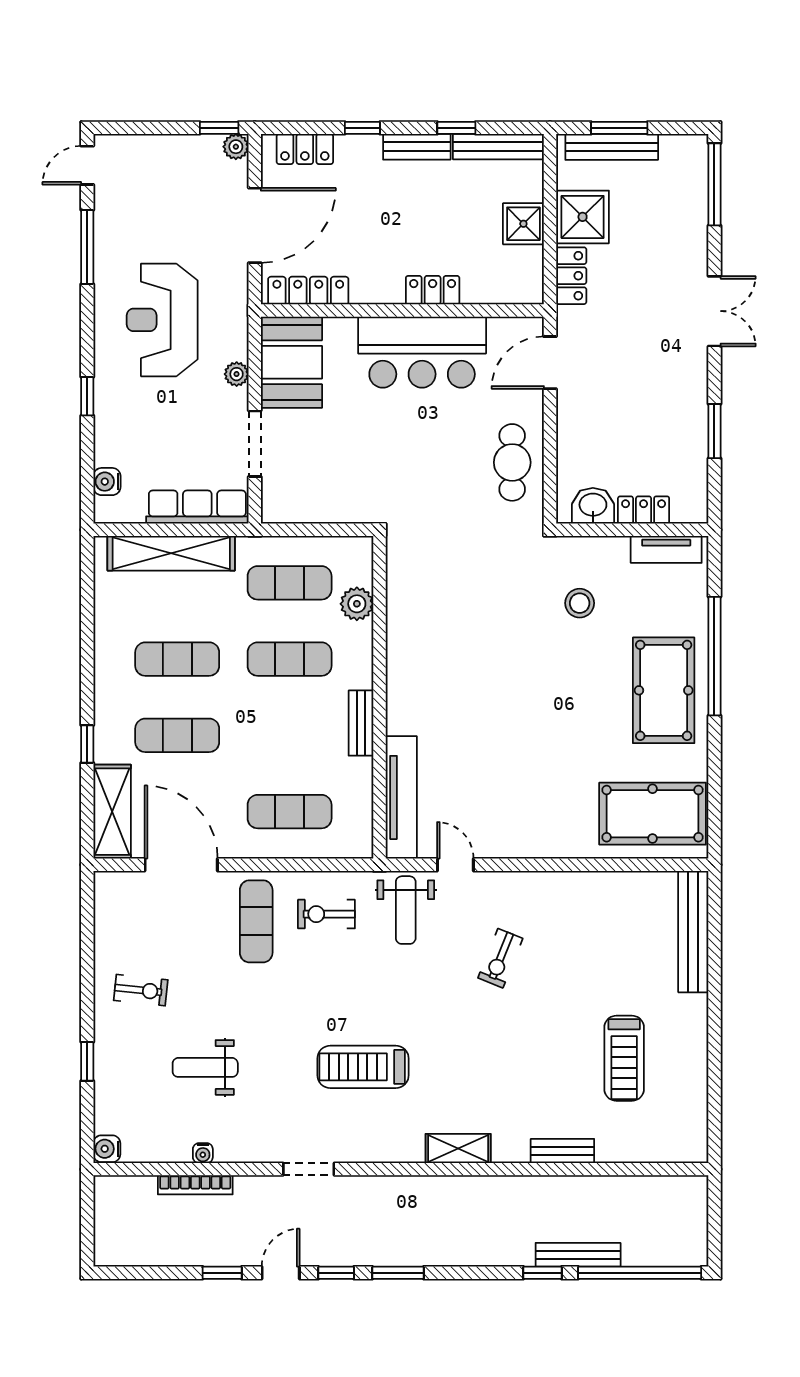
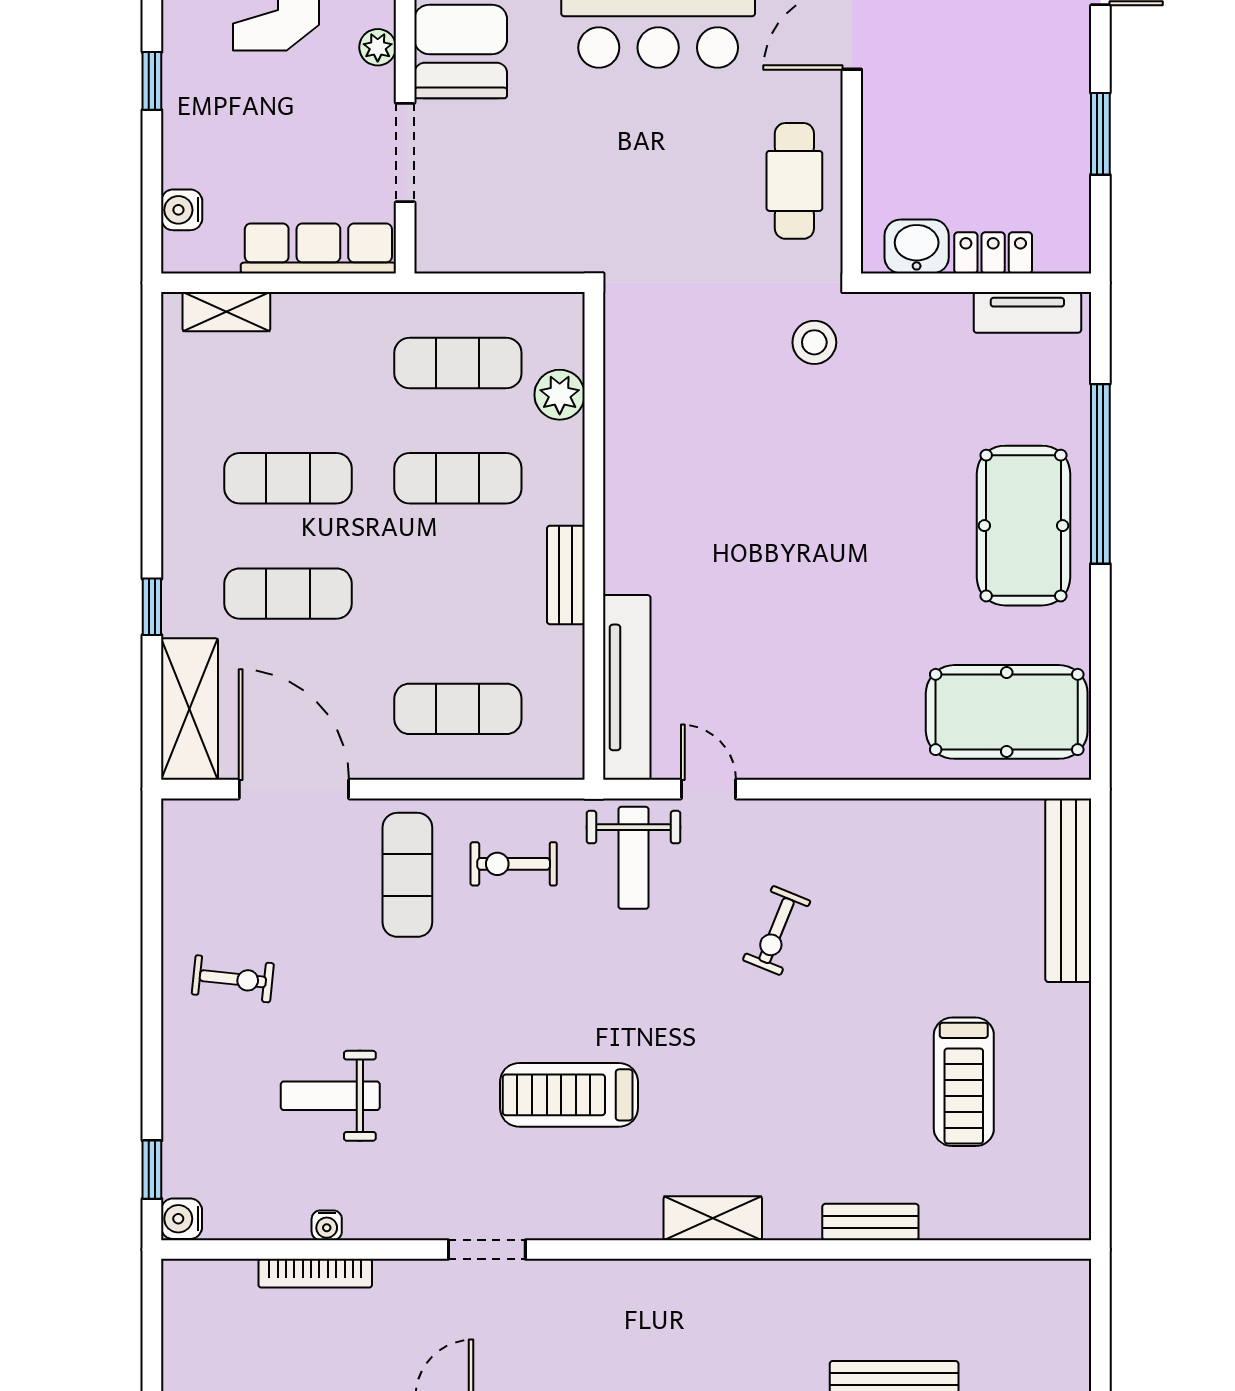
shelving: (171, 553) -> (226, 312), width x0.45, depth x0.75
stool: (580, 603) -> (814, 342), moved
window: (87, 1061) -> (152, 1170), moved

